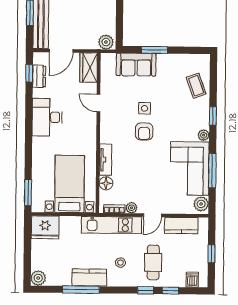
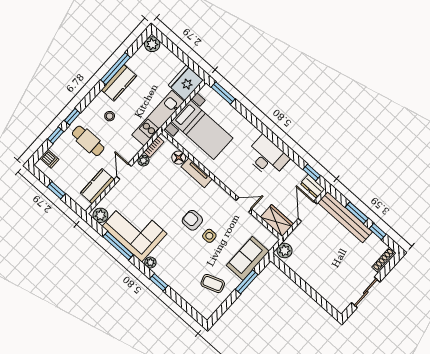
dresser: (39, 76) -> (312, 186), moved
coffee table: (196, 86) -> (213, 283), moved
kitchen unit: (111, 225) -> (158, 118), moved

